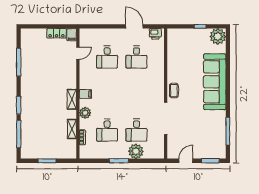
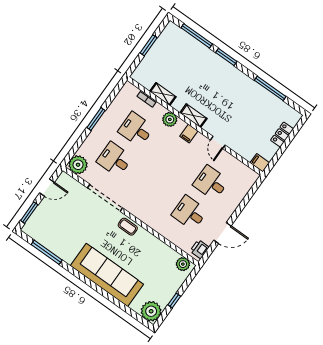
locker: (57, 33) -> (282, 135), moved
plant: (173, 38) -> (183, 264), added
door: (78, 53) -> (218, 142), moved
plant: (136, 151) -> (78, 165), moved
door: (186, 161) -> (47, 188), hinge flipped

